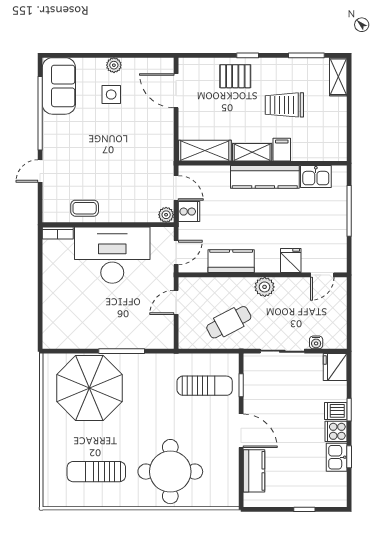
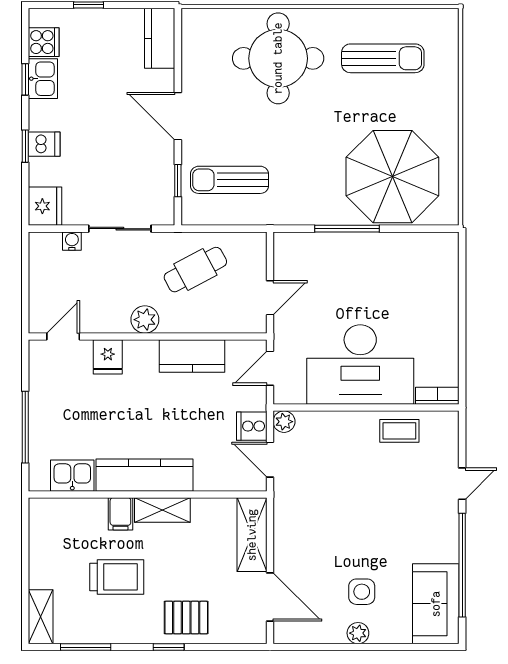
shelving: (205, 151) -> (252, 535), moved, turned 90
cooker: (336, 431) -> (44, 42), moved
kitchen counter: (254, 471) -> (160, 38), moved

